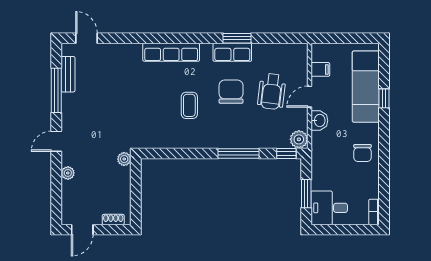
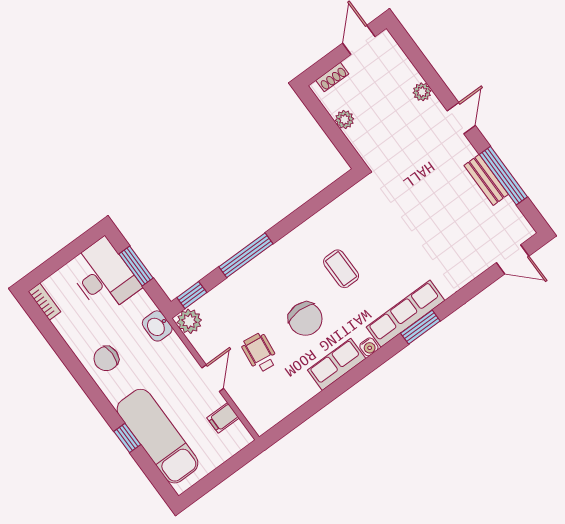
window: (237, 38) -> (420, 327), moved
water cooler: (206, 49) -> (369, 347), added
bench: (68, 74) -> (486, 180), moved
wheelchair: (272, 91) -> (260, 353), width x0.73, depth x0.73
washbasin: (319, 120) -> (157, 326), moved
chair: (362, 153) -> (106, 359), turned -90
plant: (124, 159) -> (344, 120), moved
desk: (329, 208) -> (104, 276), width x1.37

